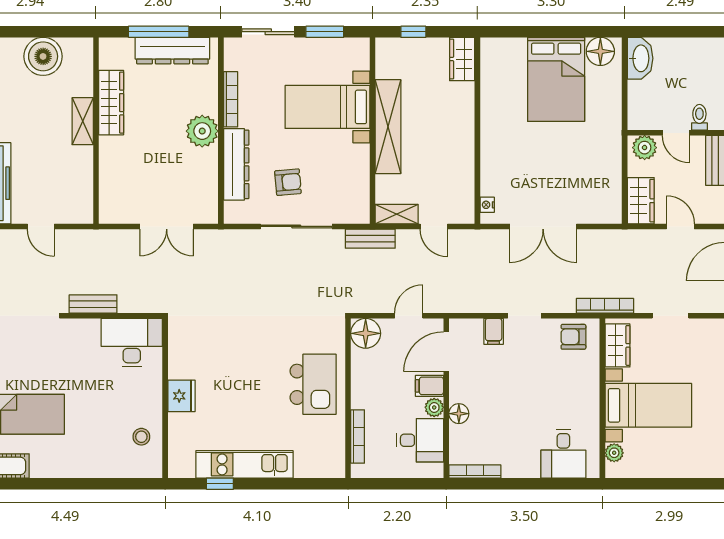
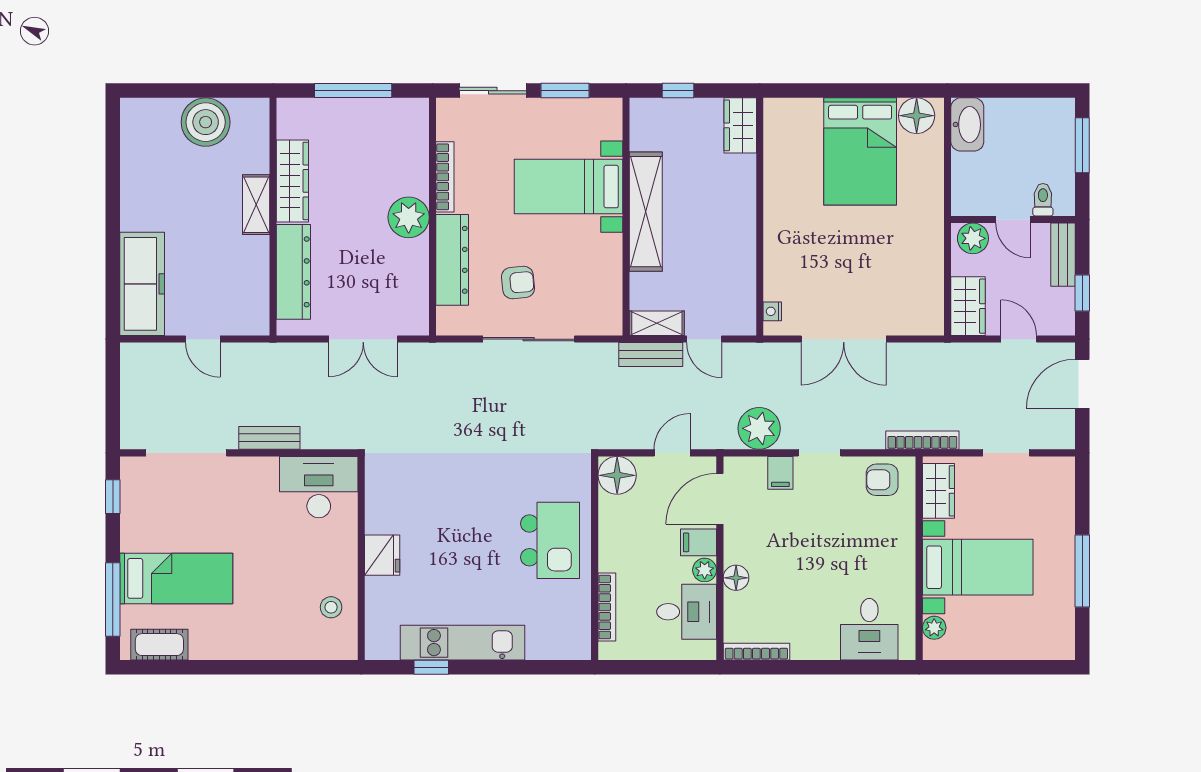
dresser: (172, 51) -> (293, 272), moved, turned -90
bench: (370, 239) -> (651, 355), moved
plant: (477, 297) -> (759, 428), added

